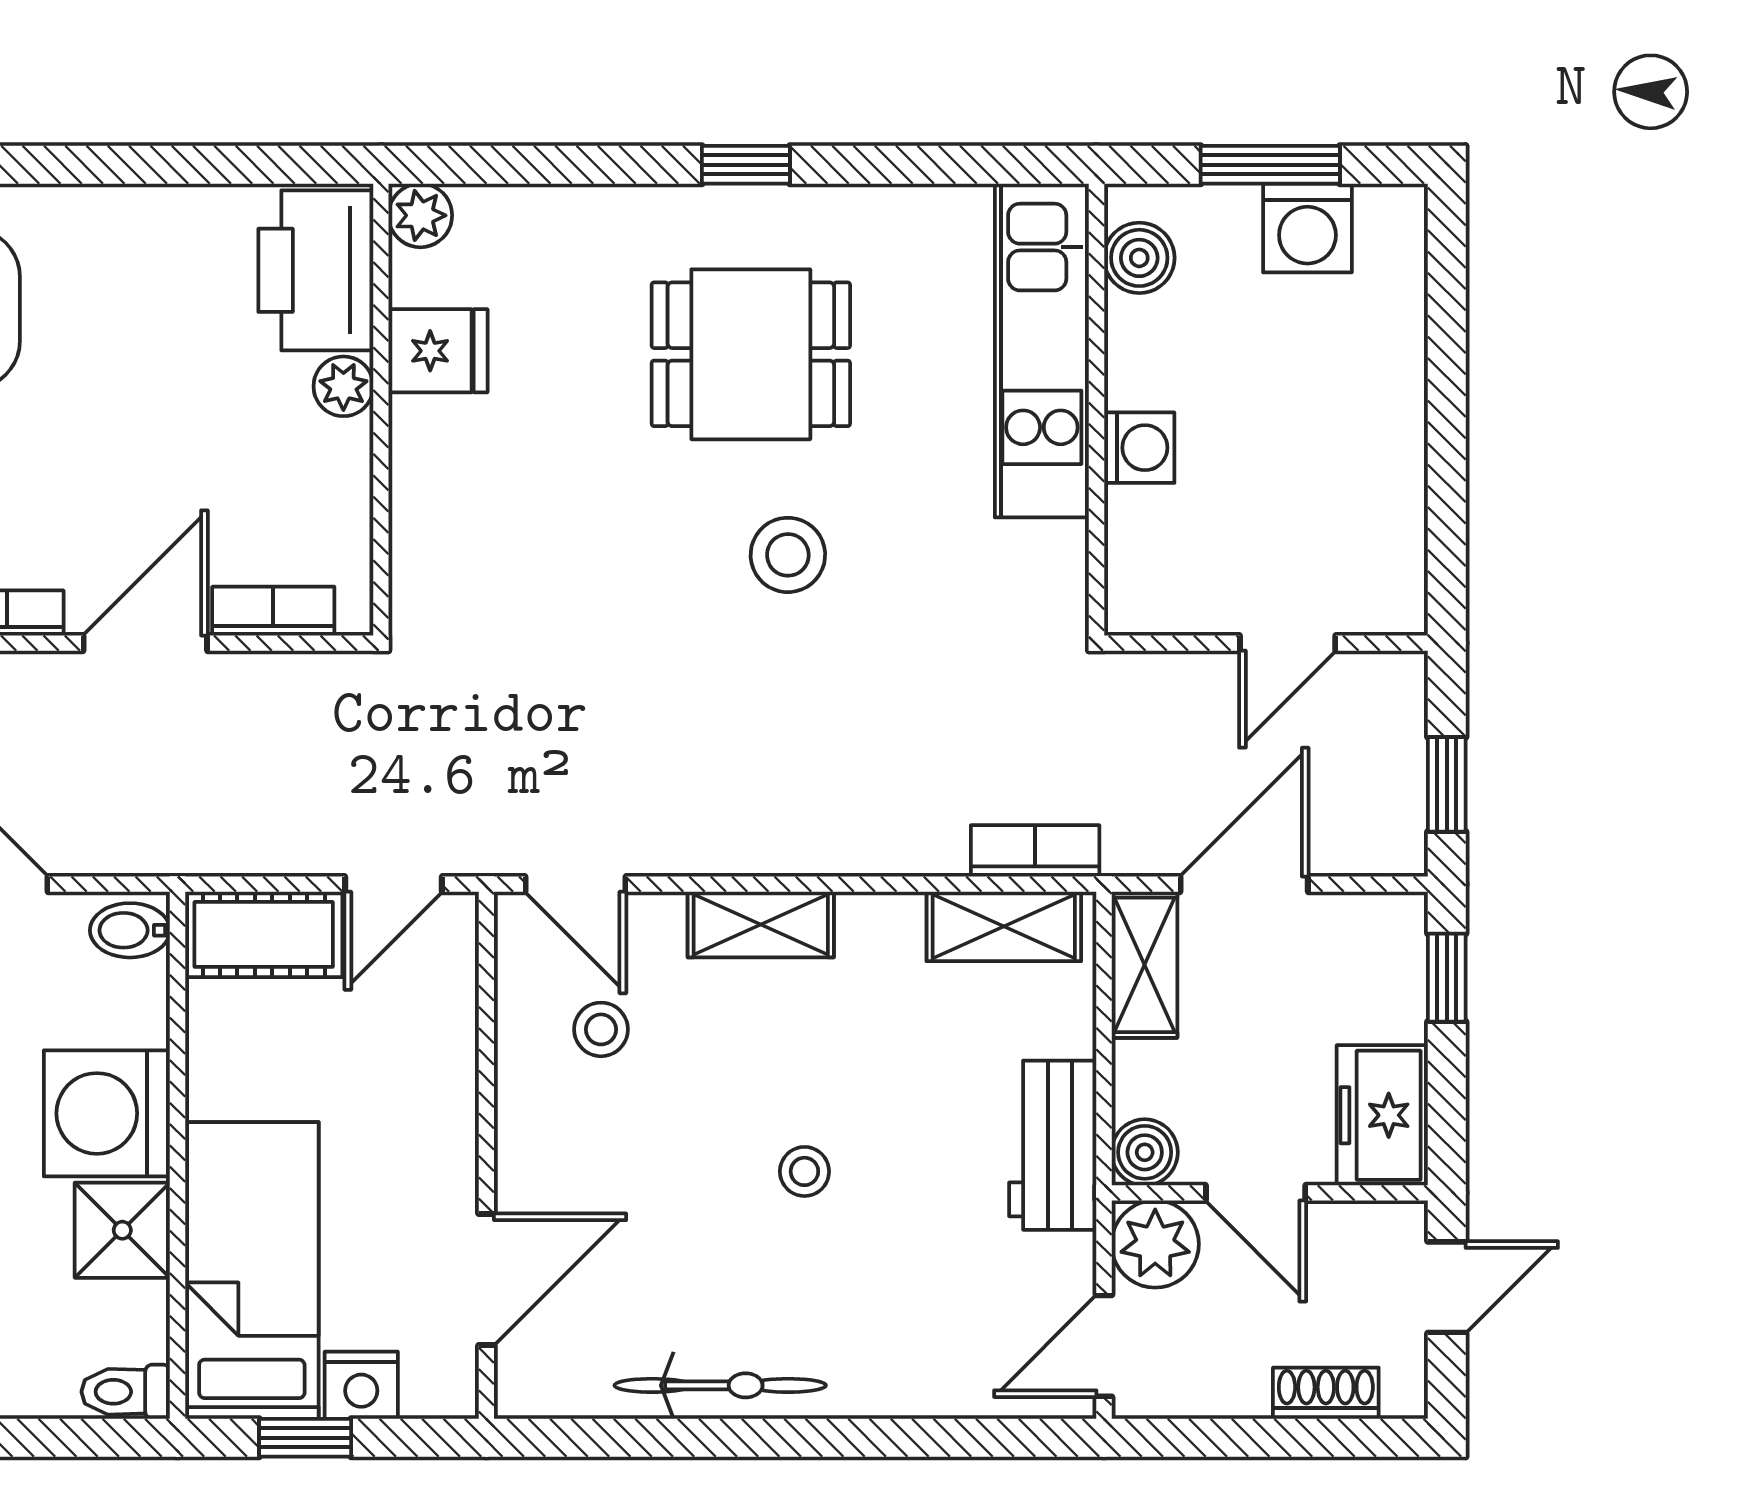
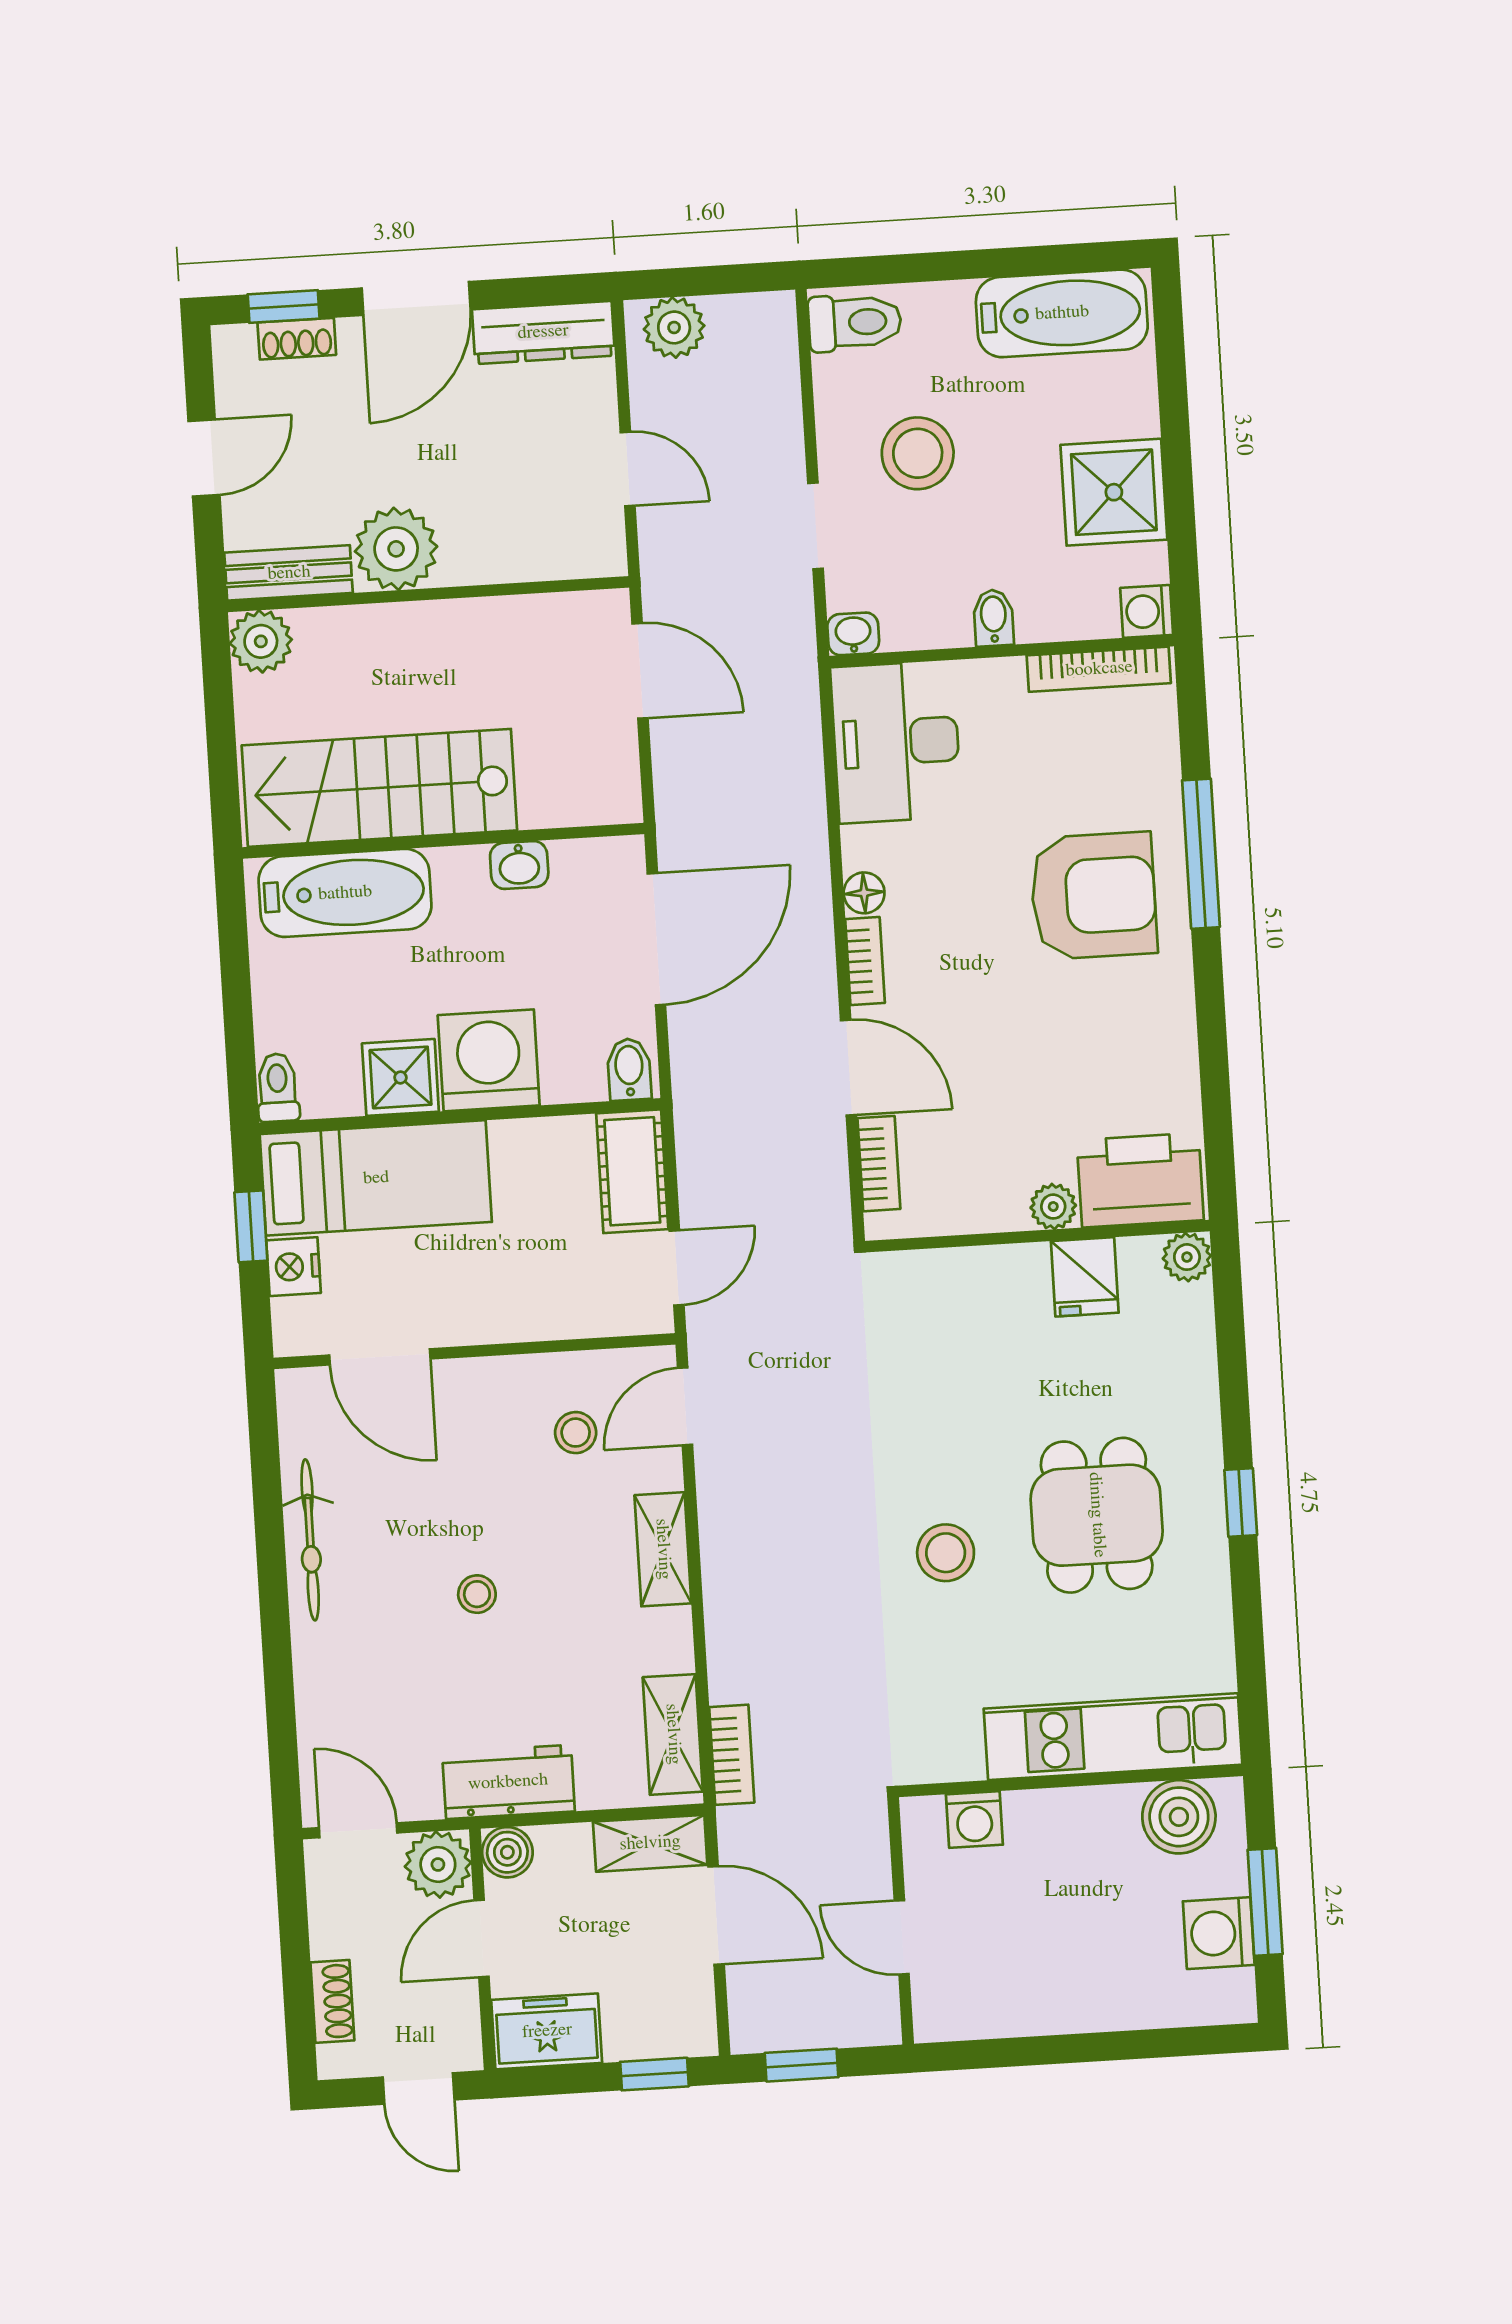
boiler: (1139, 258) -> (1179, 1817), width x1.36, depth x1.36
washing machine: (1139, 448) -> (974, 1820), moved
door: (394, 884) -> (677, 1268), swing flipped

